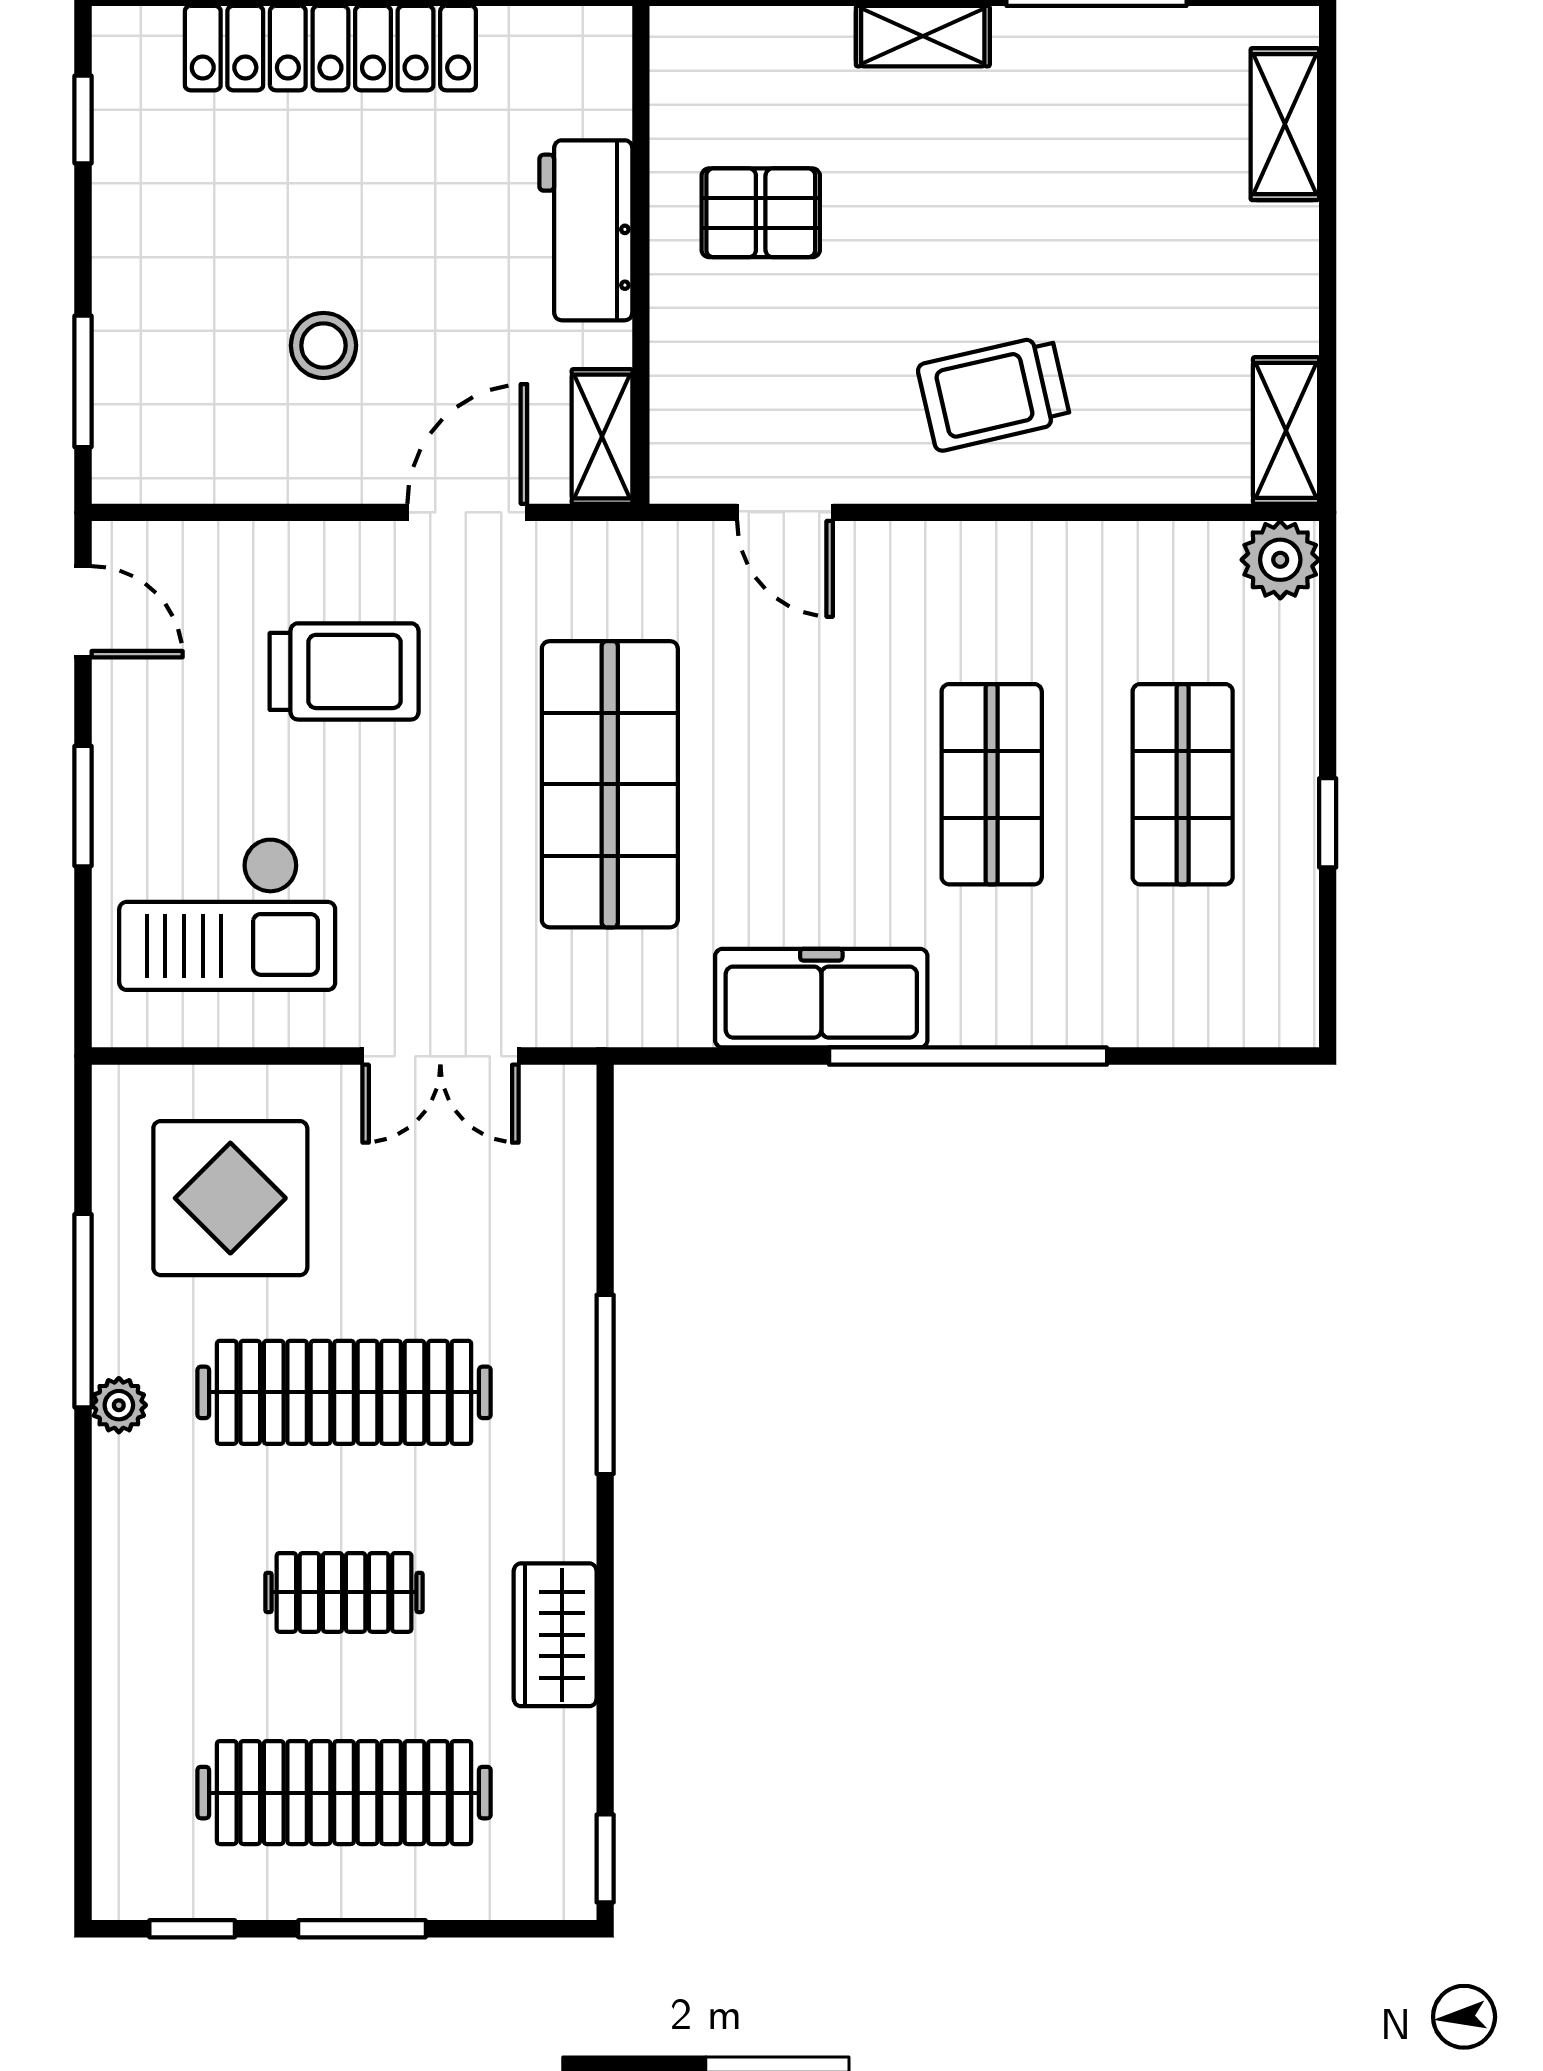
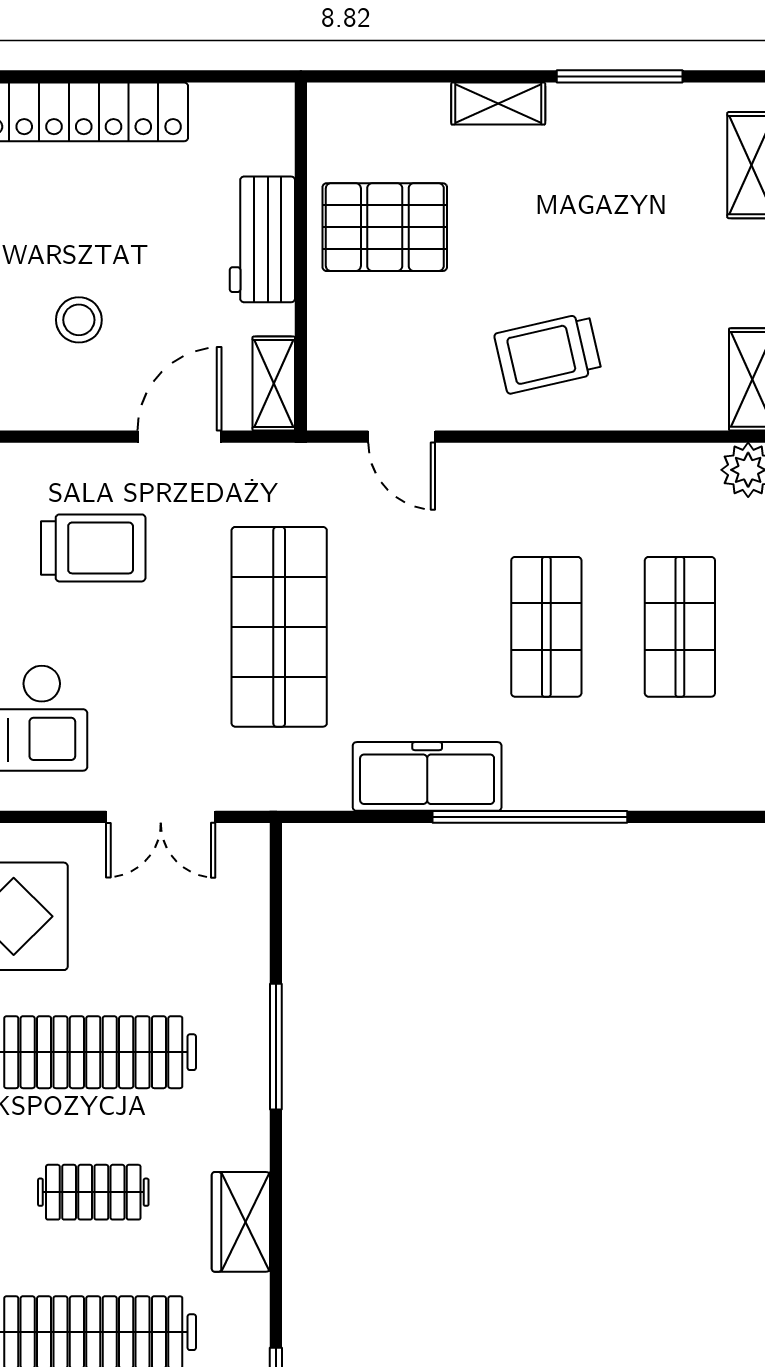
pallet: (761, 213) -> (385, 227), width x1.50, depth x1.42

